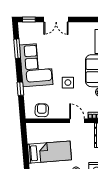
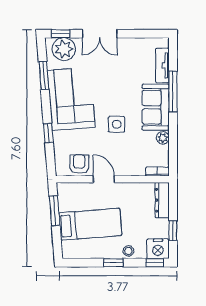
plant: (31, 30) -> (64, 49), added
door: (77, 121) -> (104, 179), moved
window: (25, 143) -> (55, 211), added

